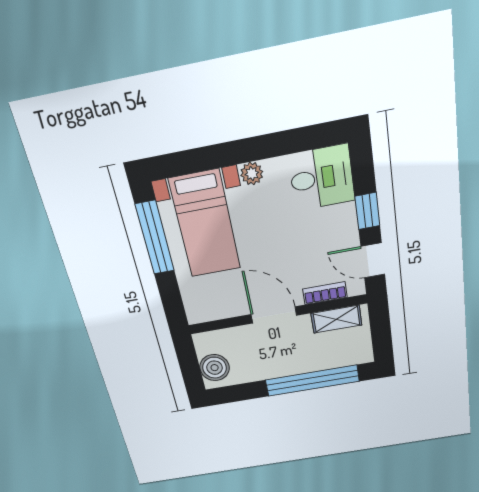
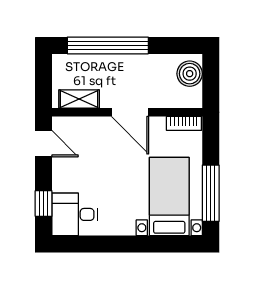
plant: (252, 174) -> (126, 227), removed
window: (367, 211) -> (44, 204), moved
bookcase: (325, 293) -> (184, 123), moved

